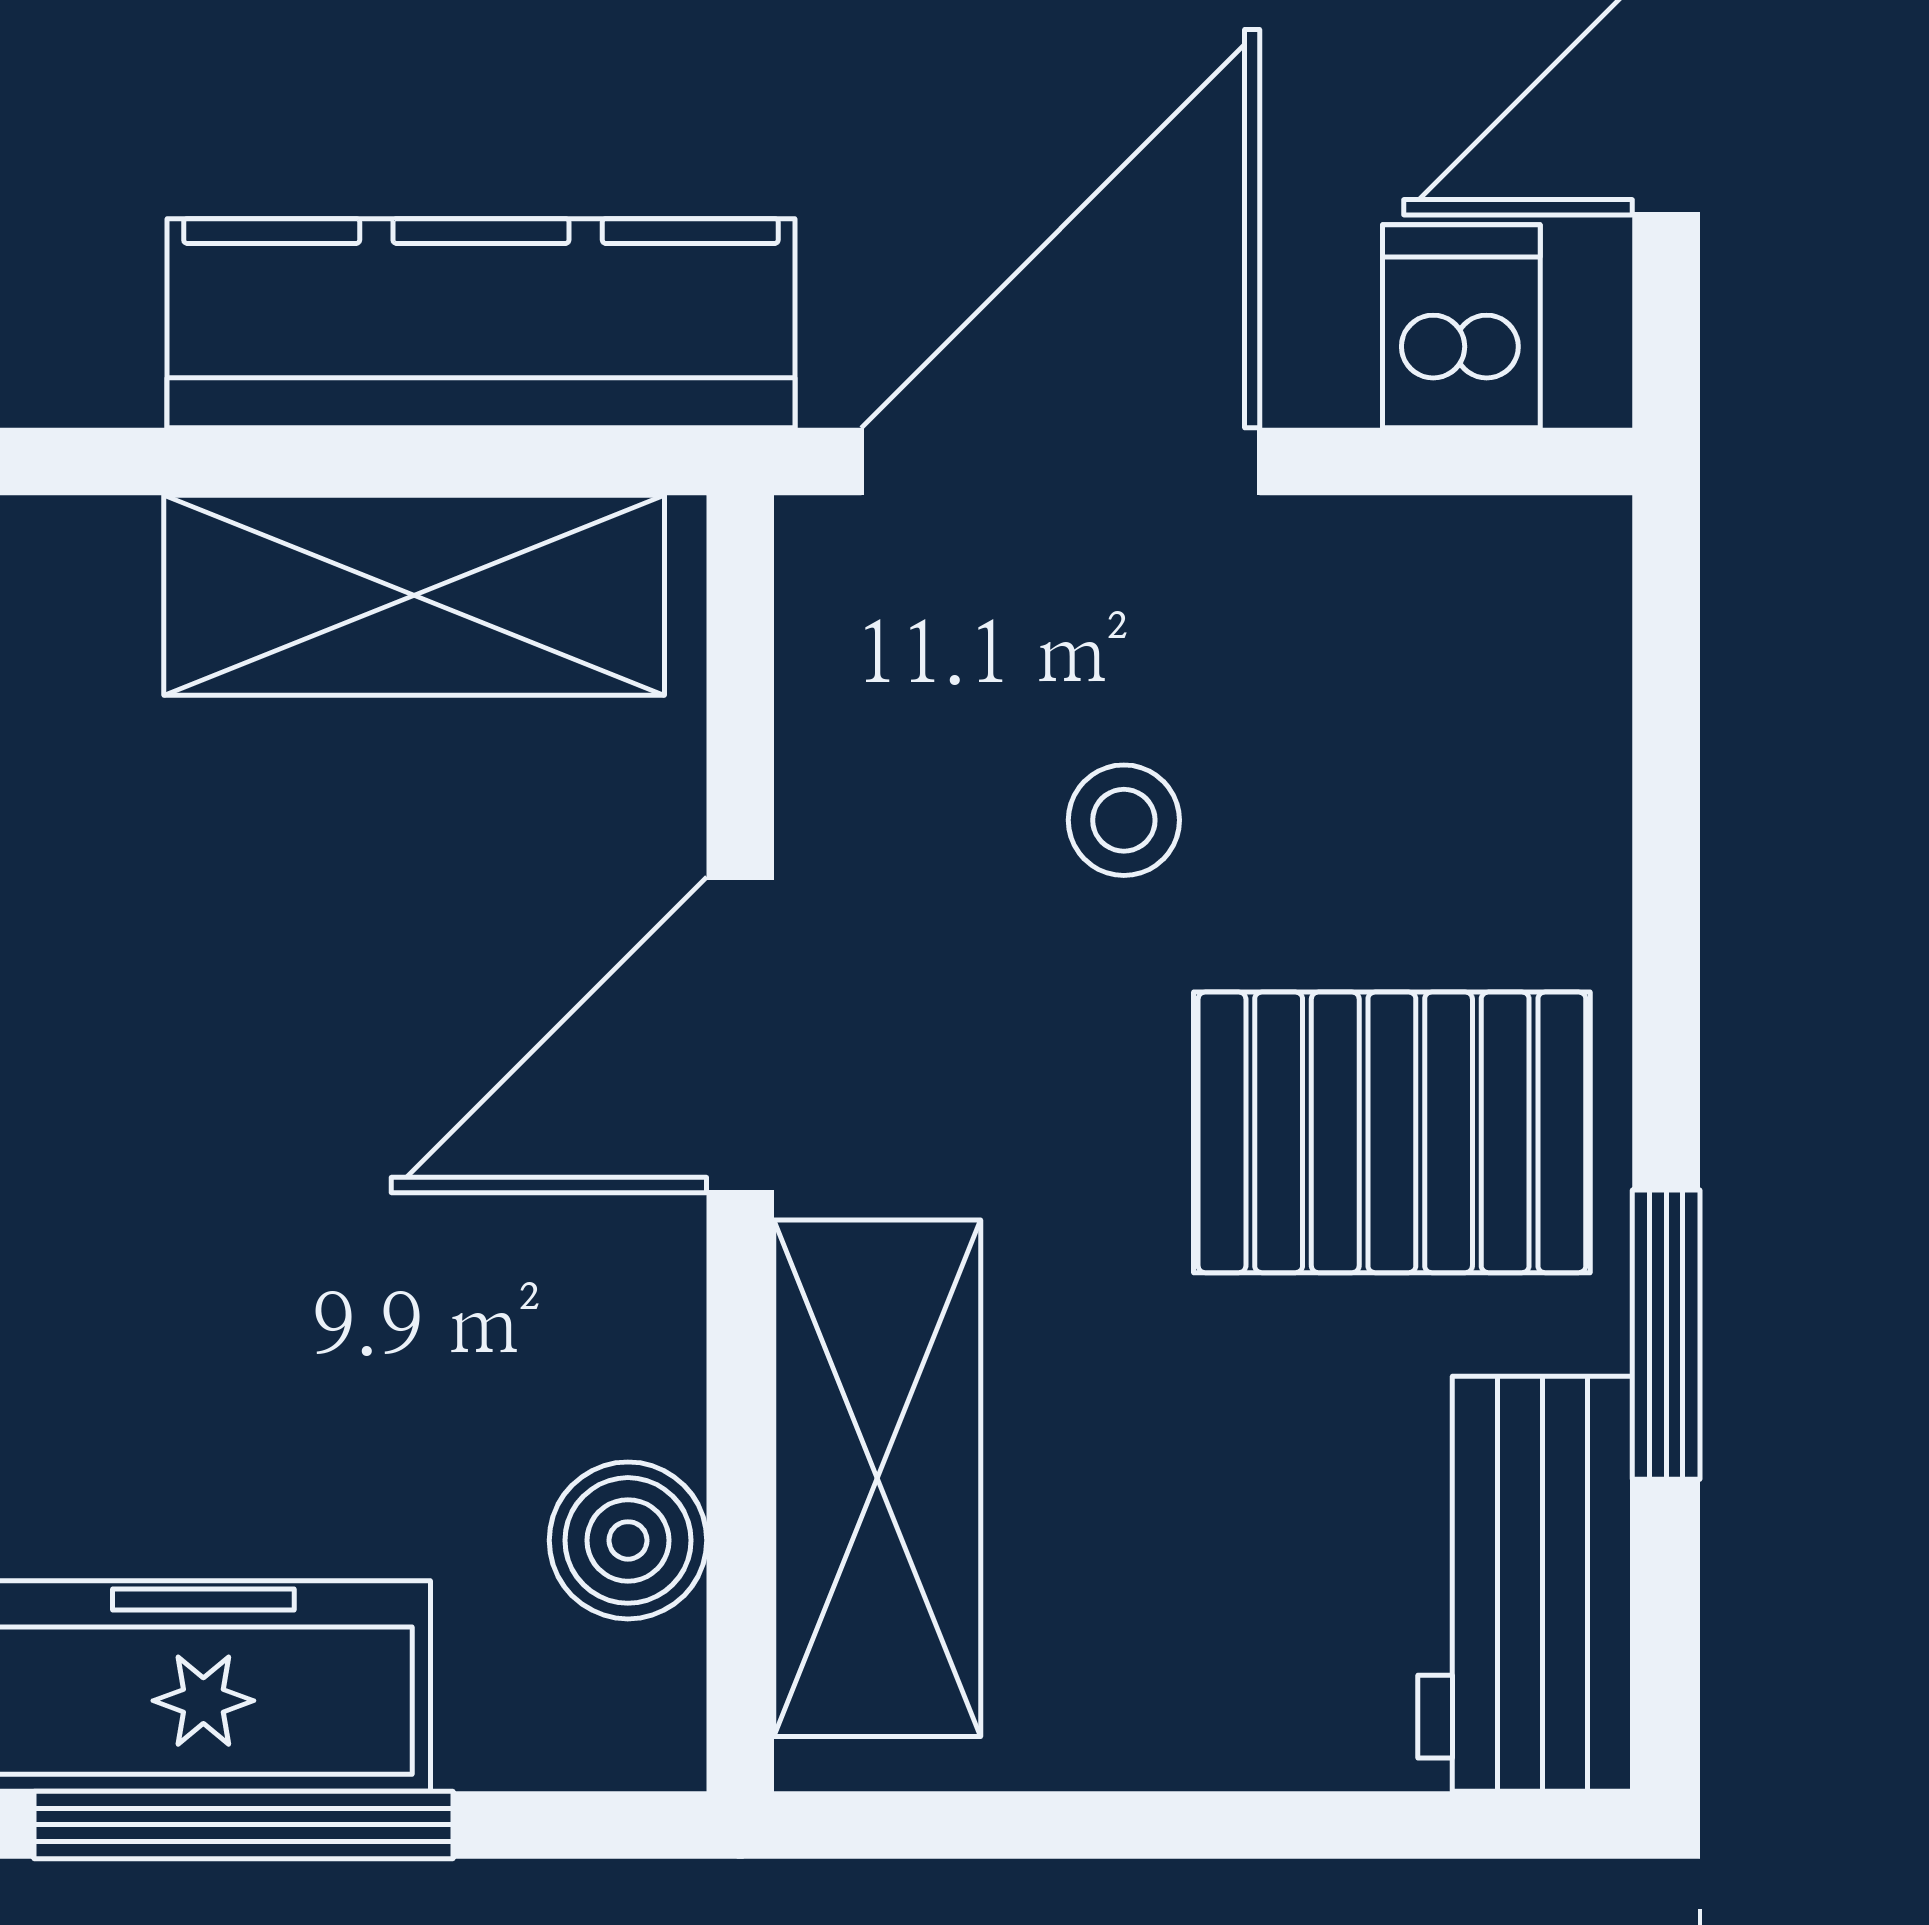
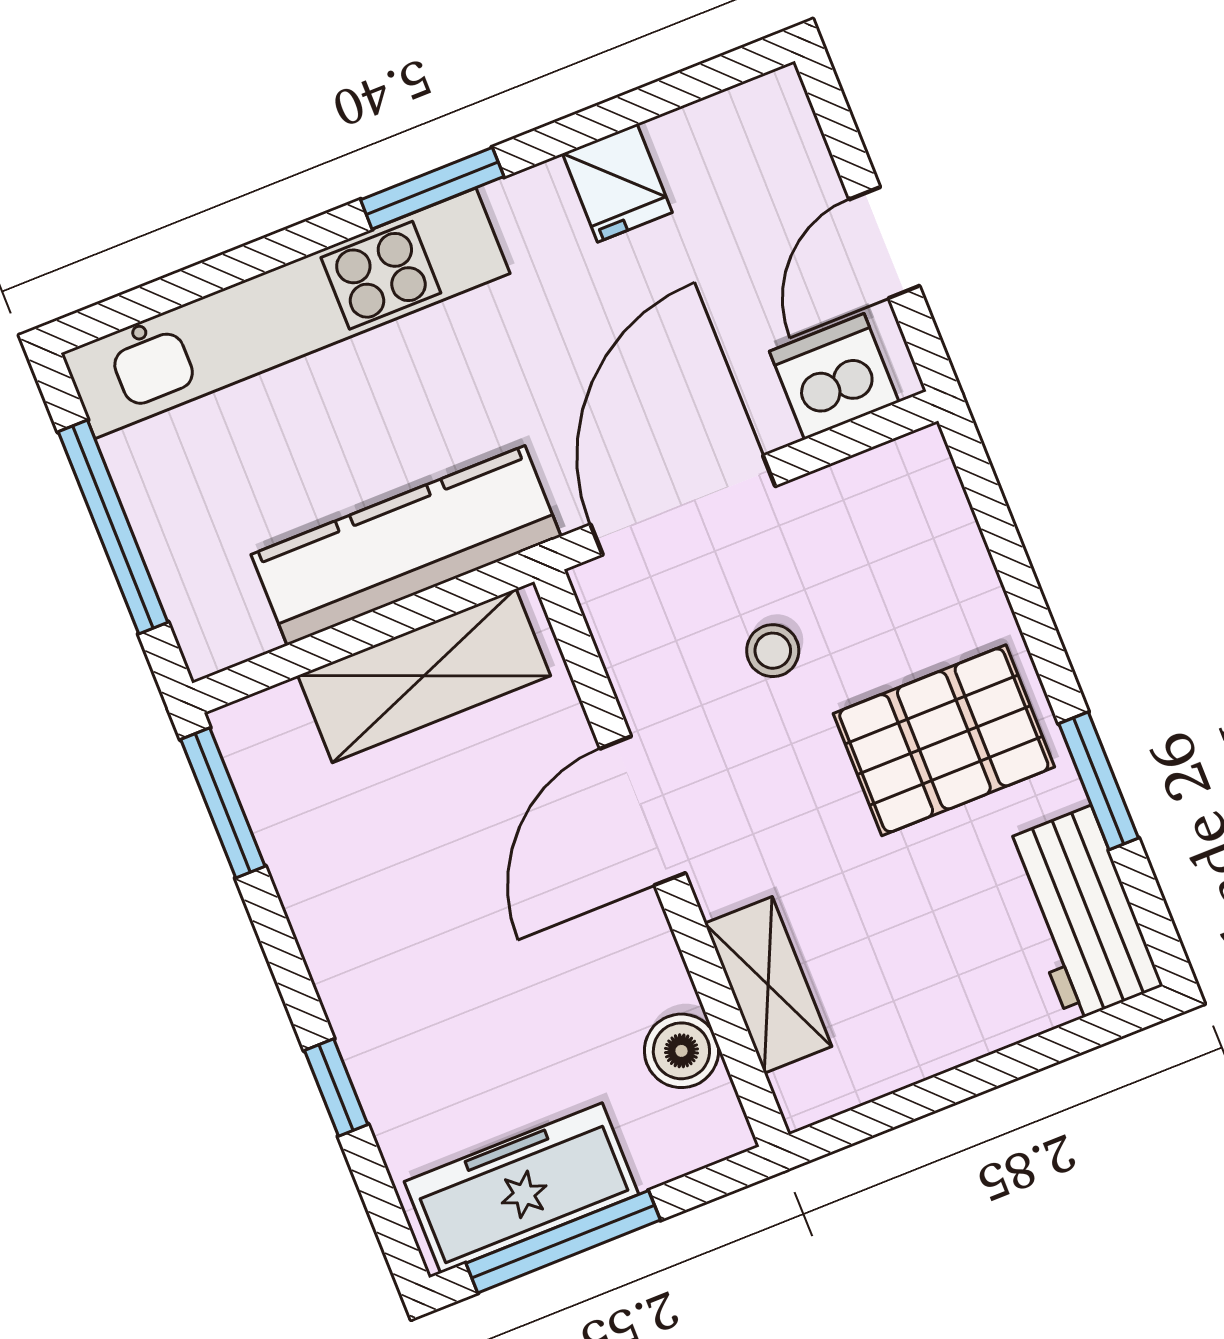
dishwasher: (1461, 326) -> (834, 377), width x1.38
shelving: (877, 1478) -> (768, 985), width x0.67, depth x0.75

